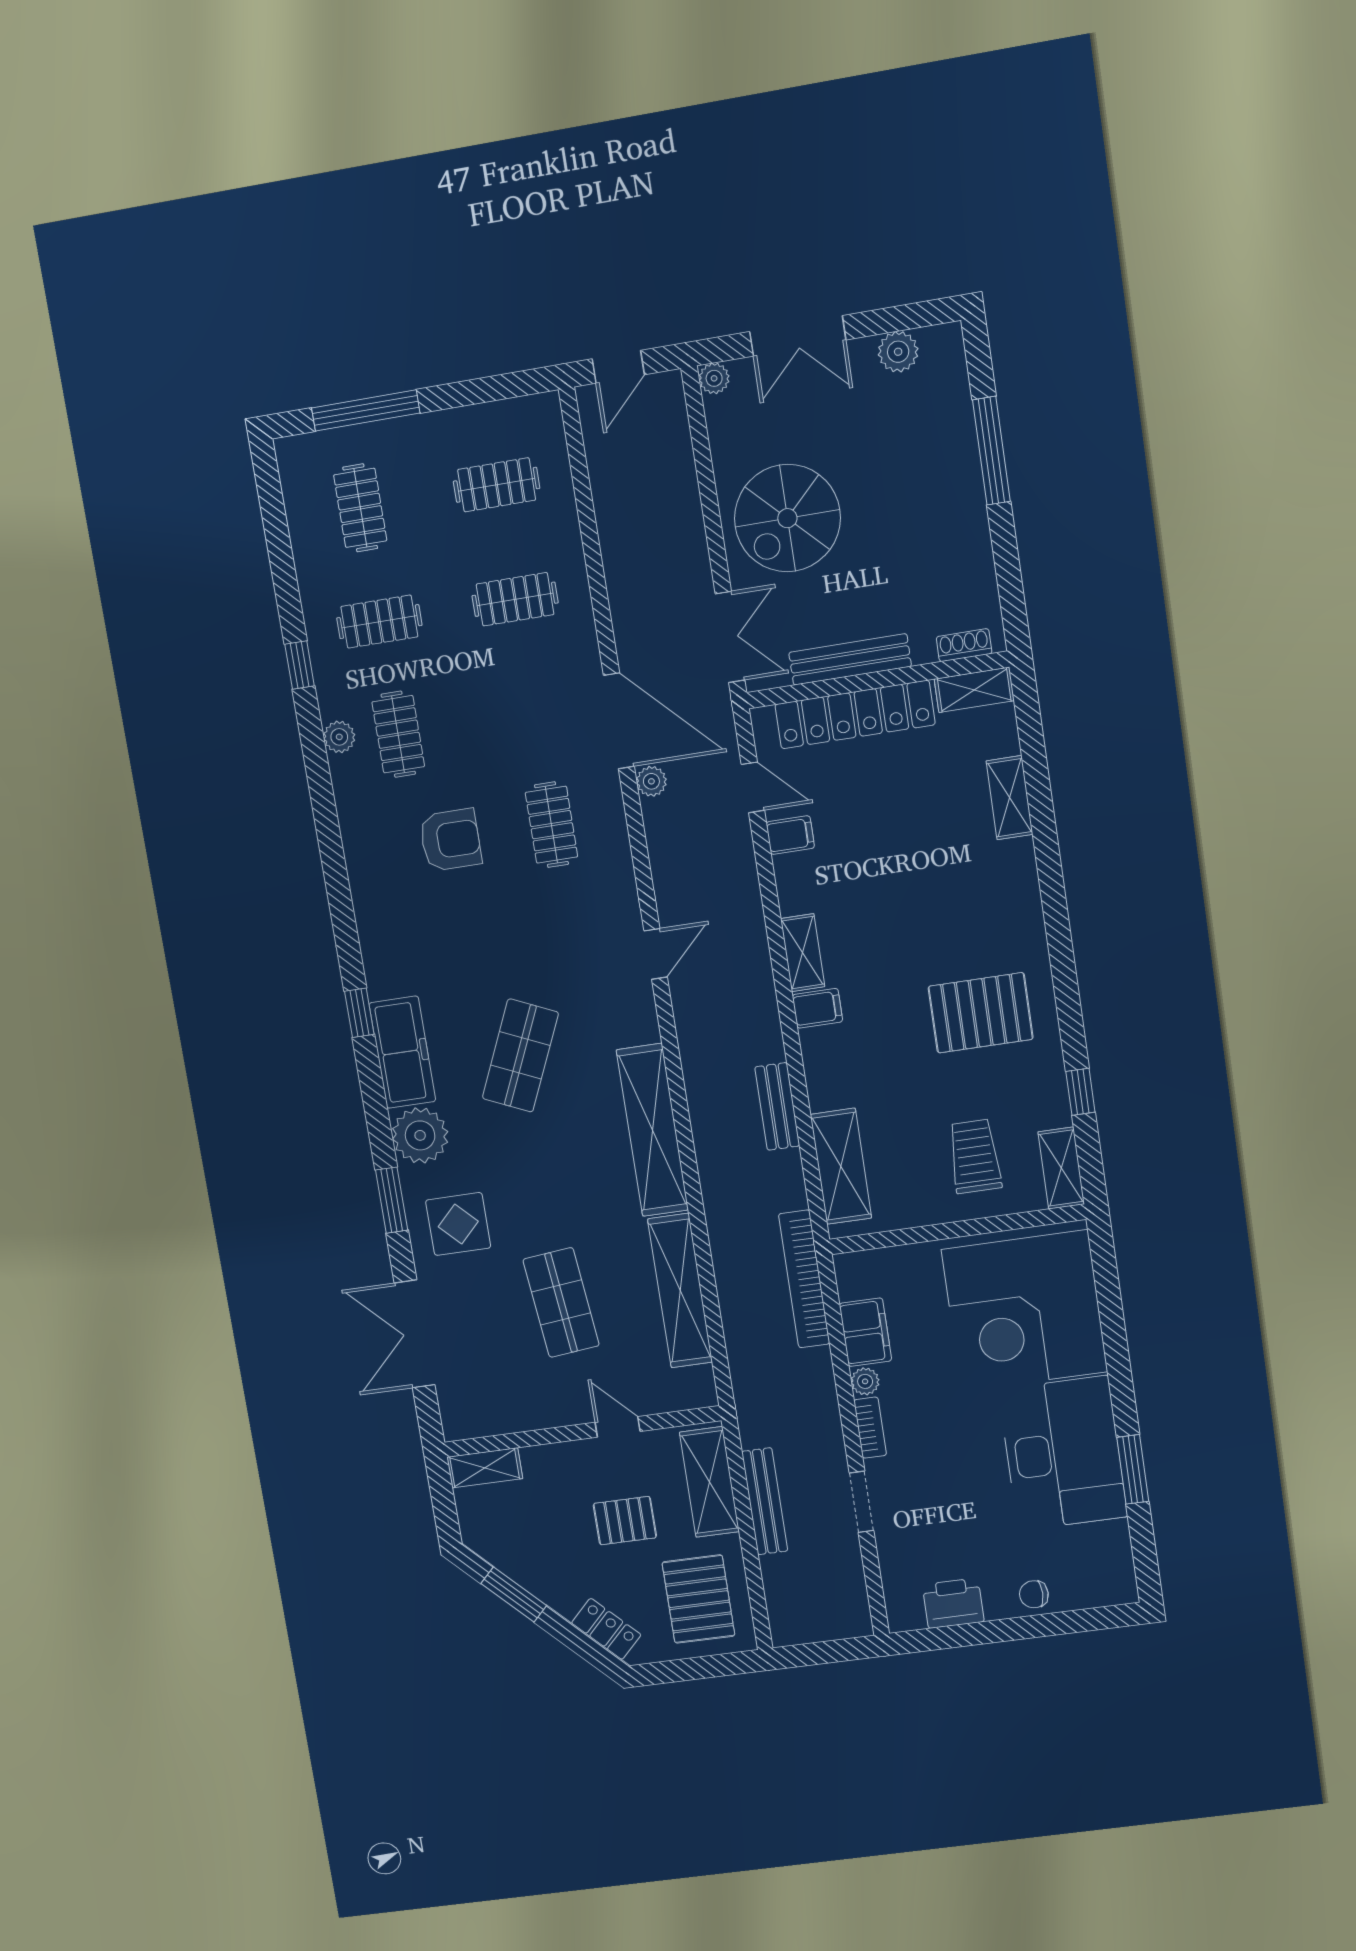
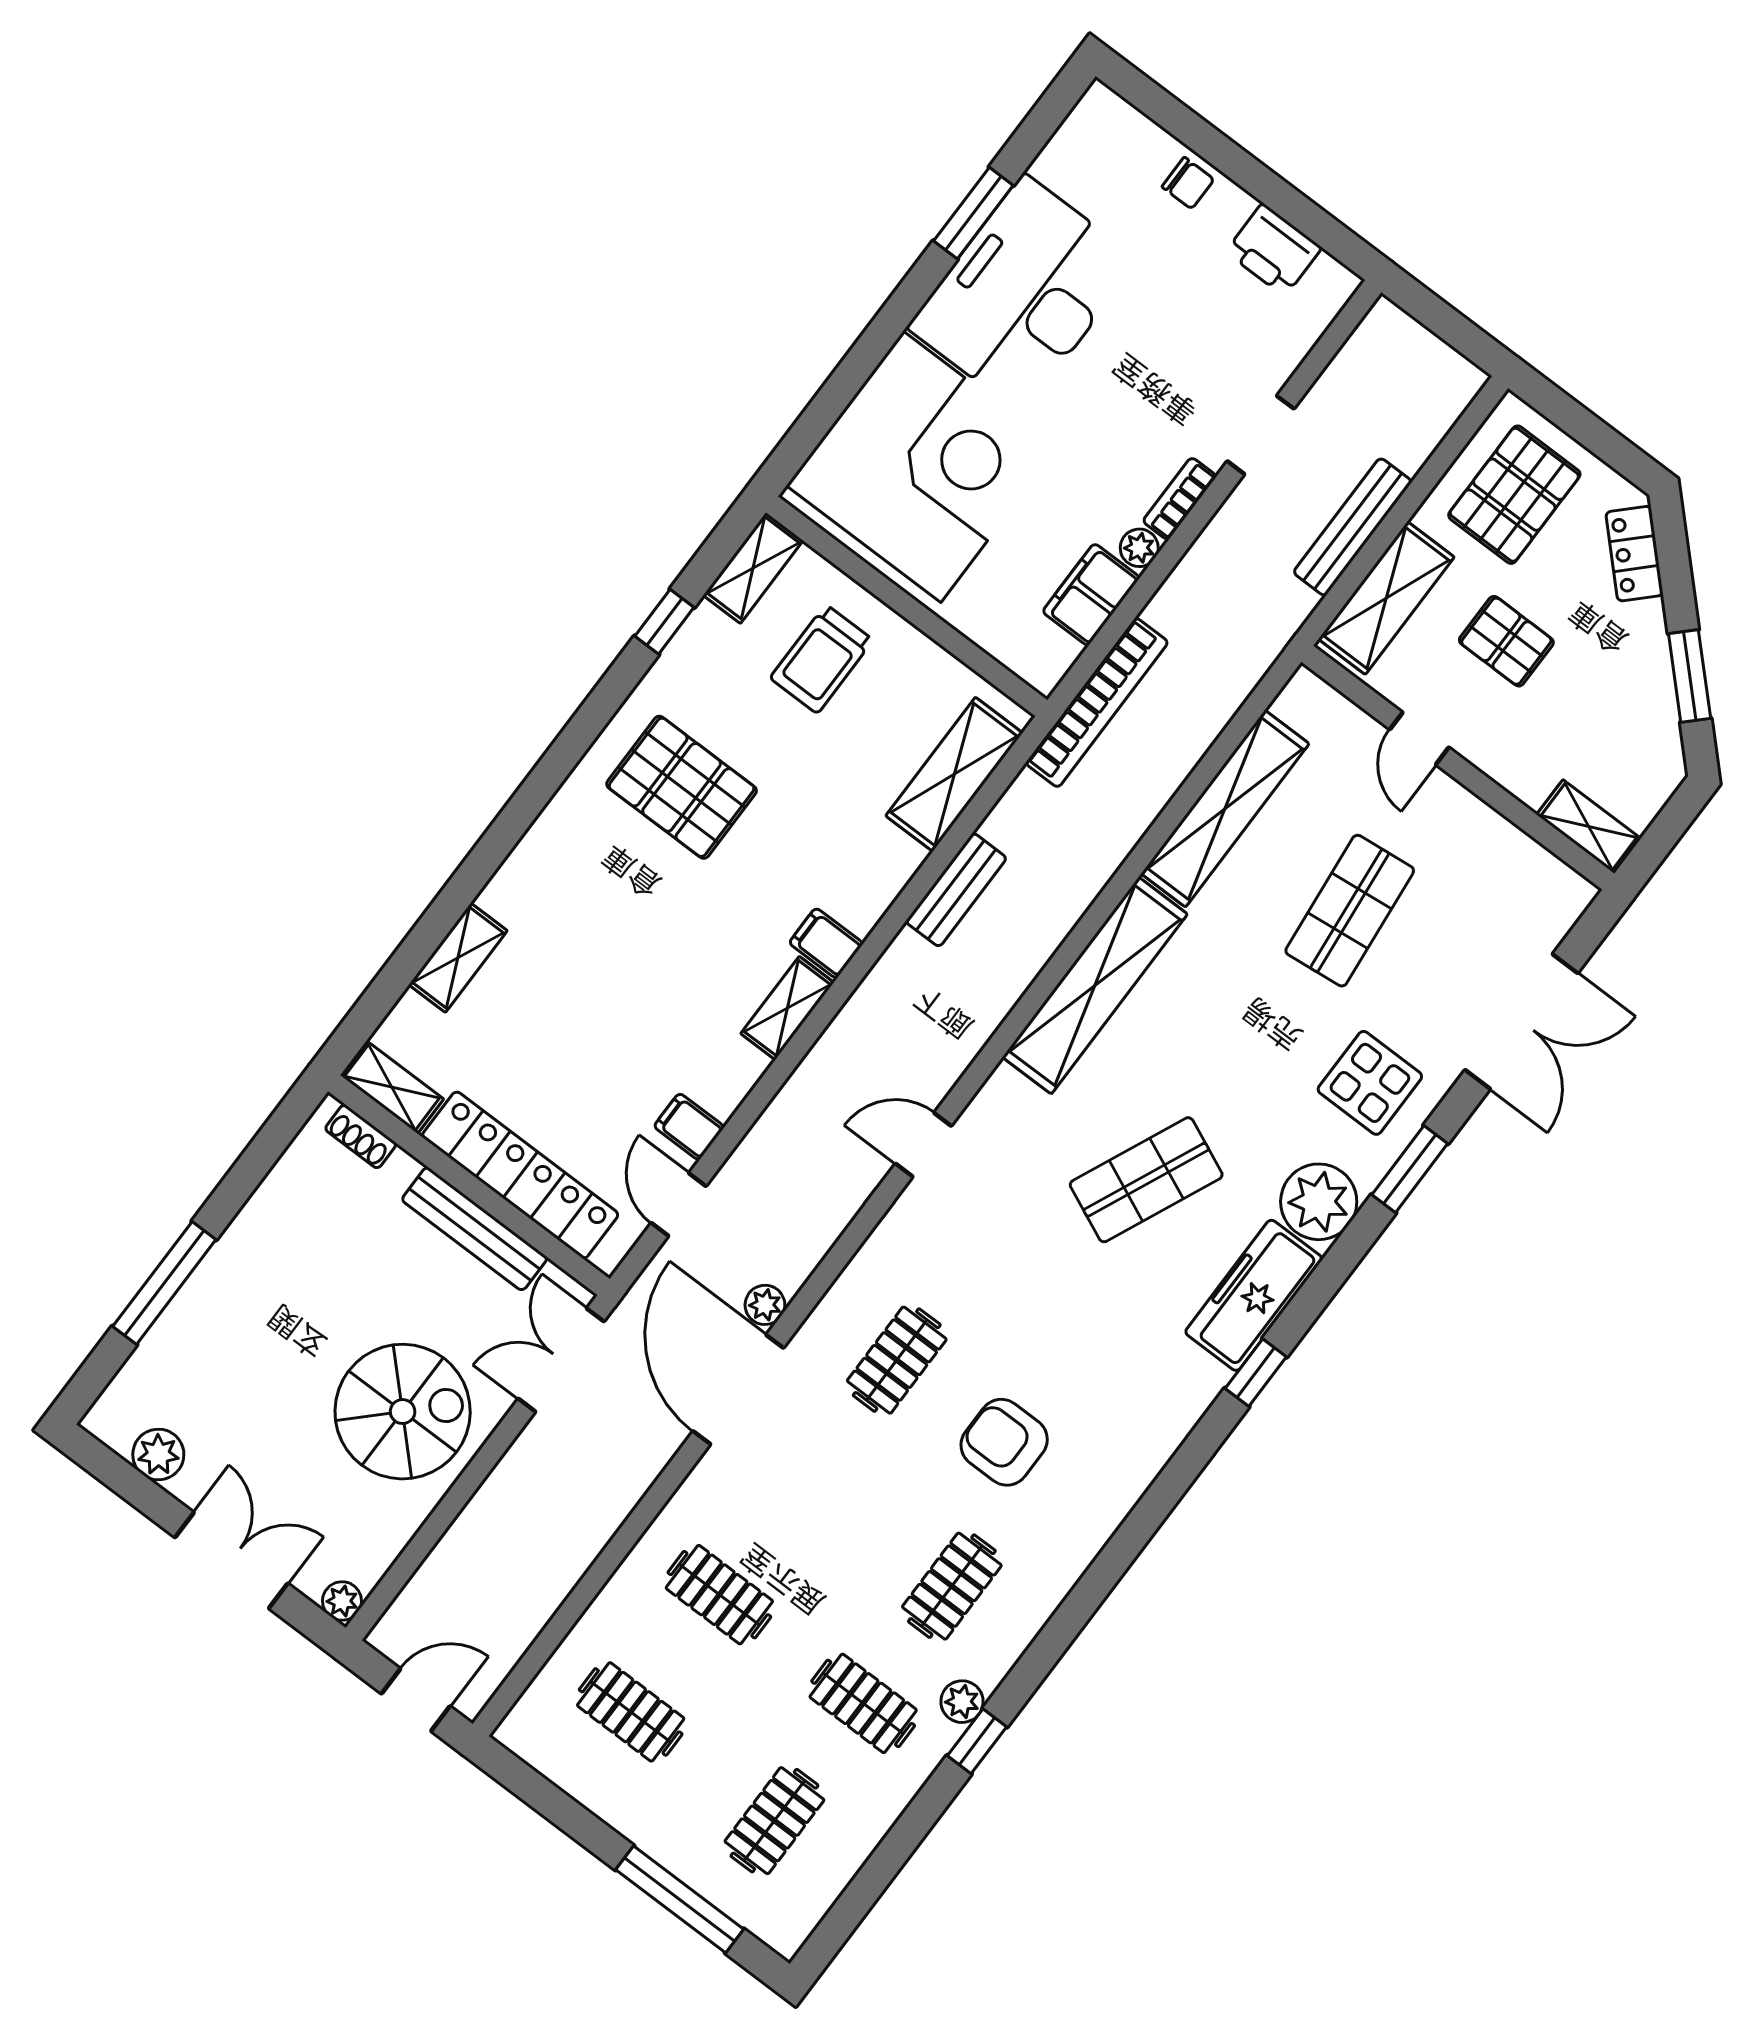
plant: (339, 737) -> (962, 1702), moved

